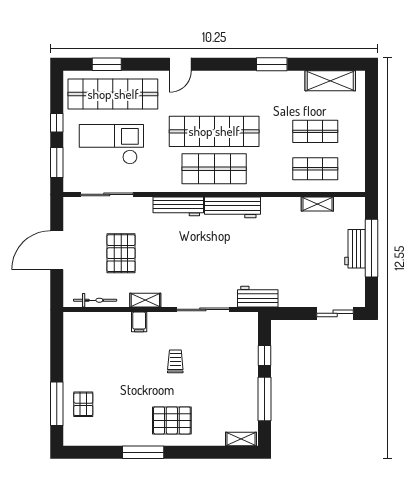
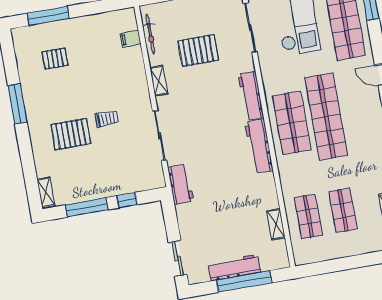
workbench: (355, 249) -> (234, 268), width x1.37
filing cabinet: (139, 322) -> (130, 39), moved
pallet: (83, 404) -> (55, 59), moved
pallet: (172, 420) -> (71, 134), moved, turned 90

